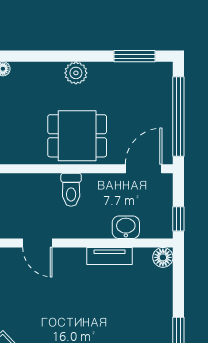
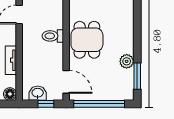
plant: (76, 73) -> (127, 61), moved
window: (178, 219) -> (46, 104), moved
washbasin: (126, 227) -> (38, 93), moved, turned -90

